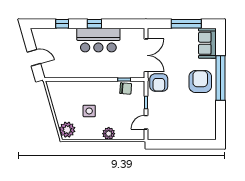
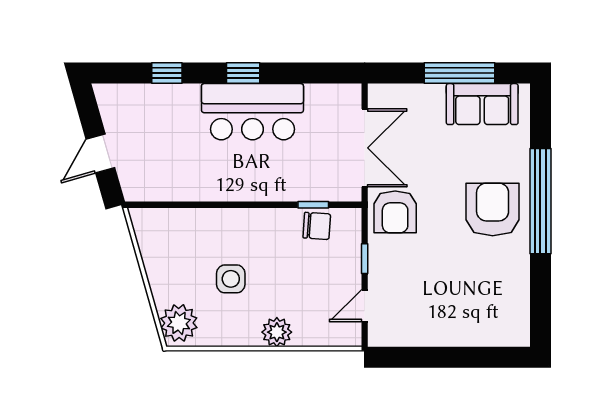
sofa: (207, 43) -> (482, 104), moved, turned -90
door: (34, 58) -> (100, 153), swing flipped

